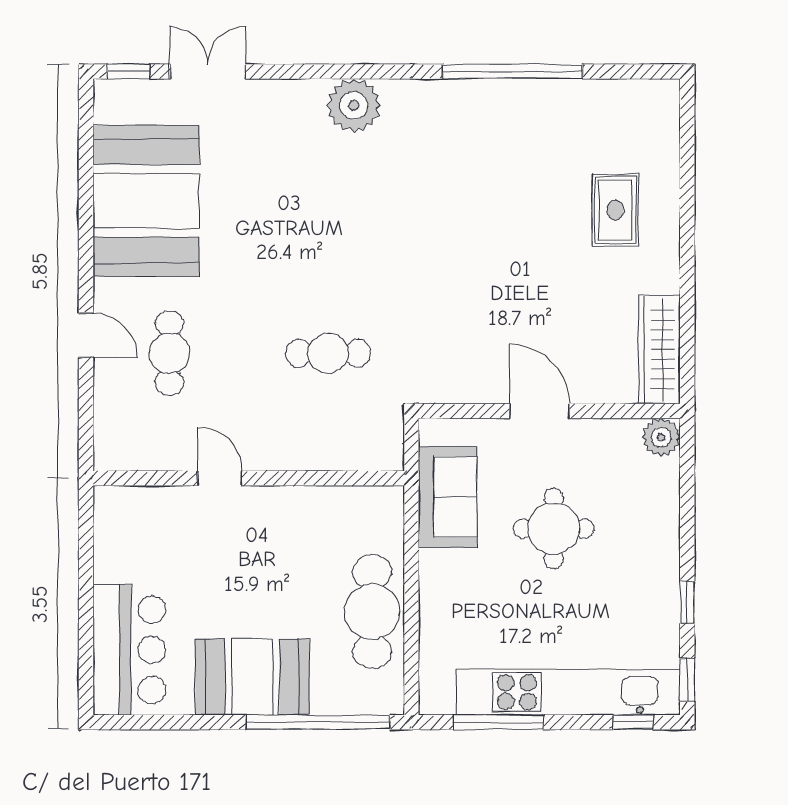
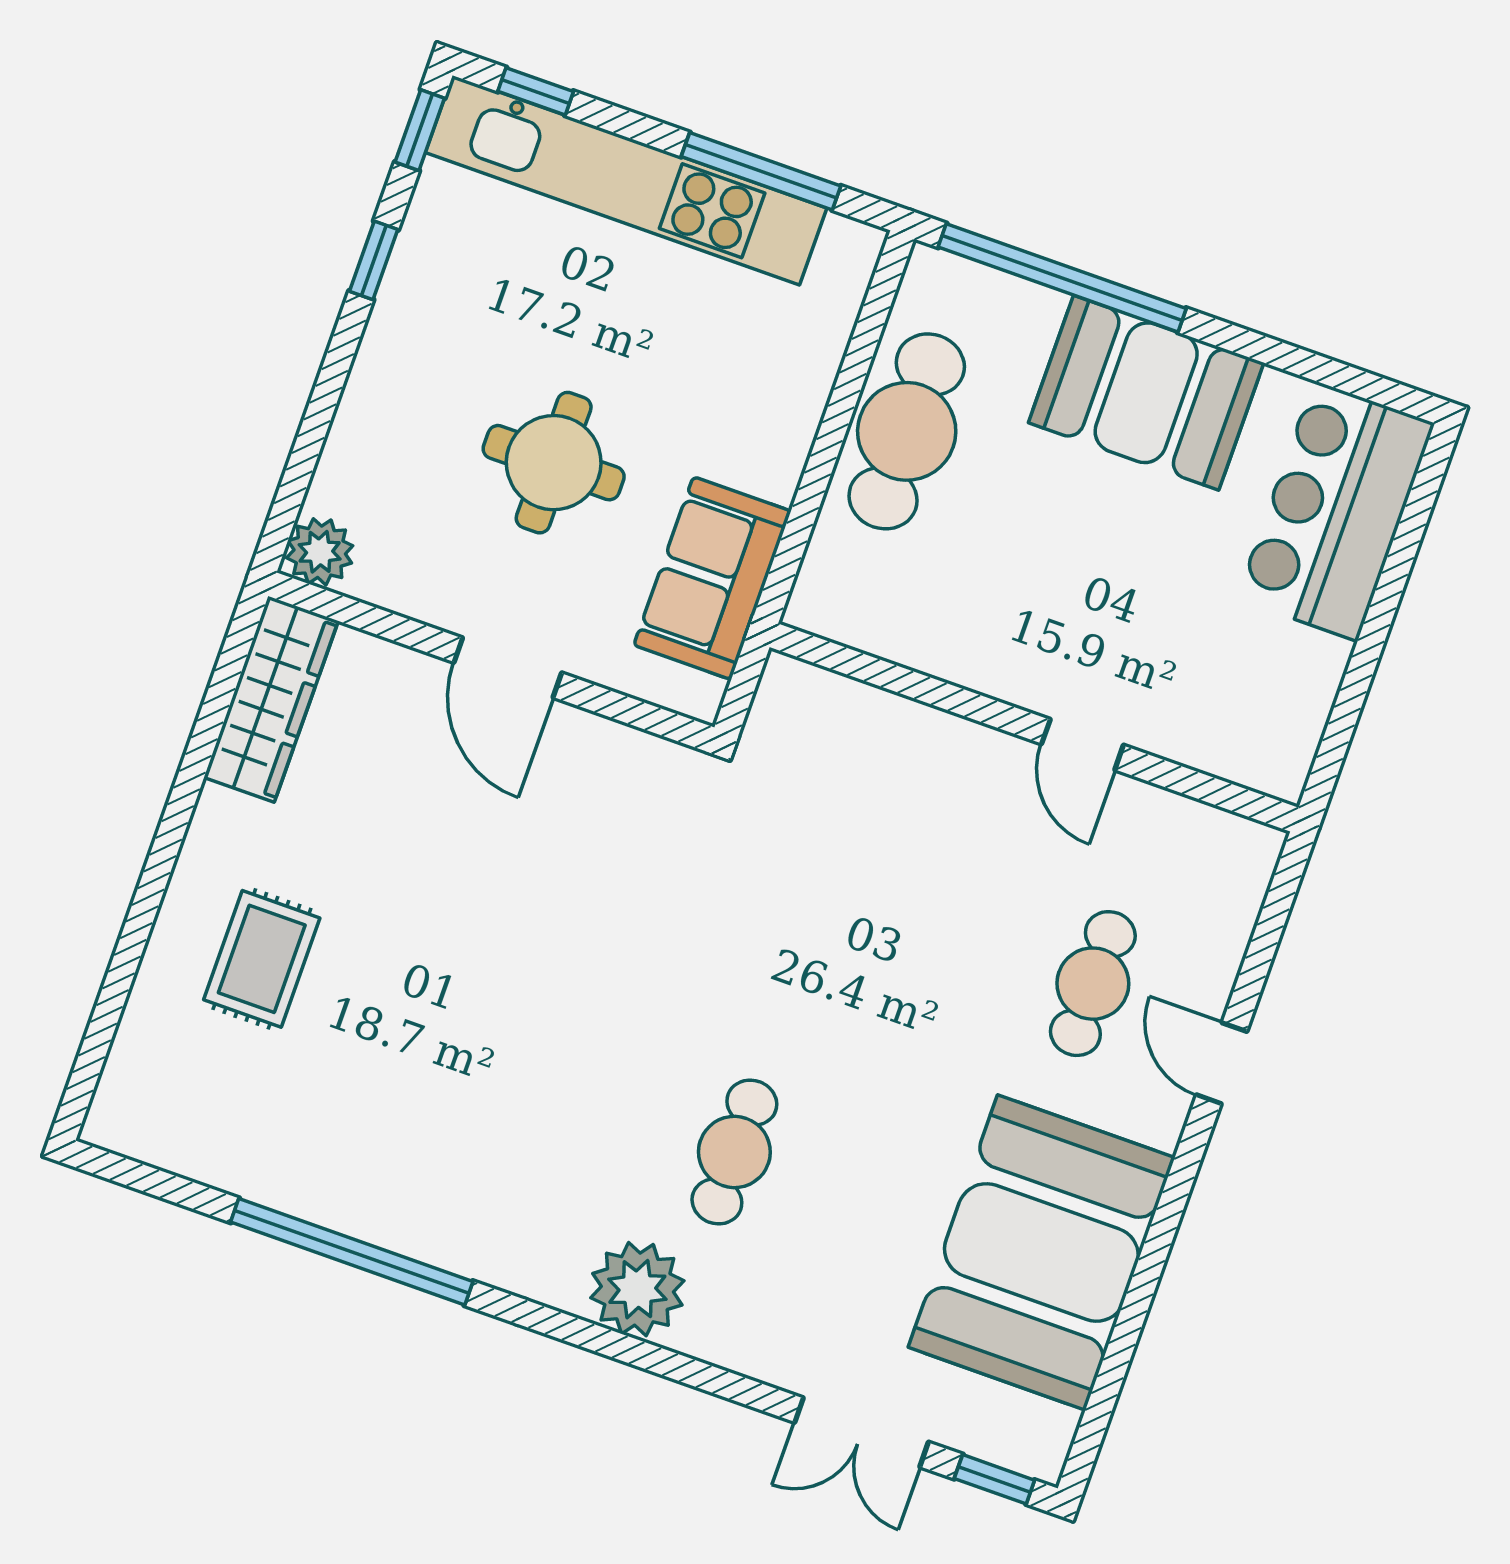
cafe table: (328, 353) -> (734, 1152), moved, turned 90

